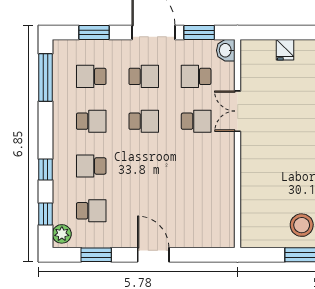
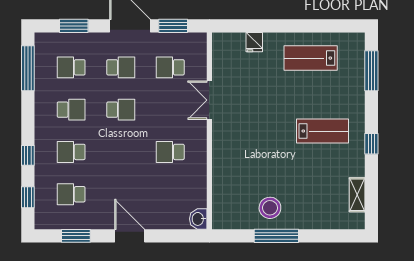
washbasin: (226, 50) -> (198, 219), moved
school desk: (196, 121) -> (170, 152), moved, turned 180
school desk: (91, 211) -> (71, 194), turned 180
plant: (62, 234) -> (43, 216), removed

